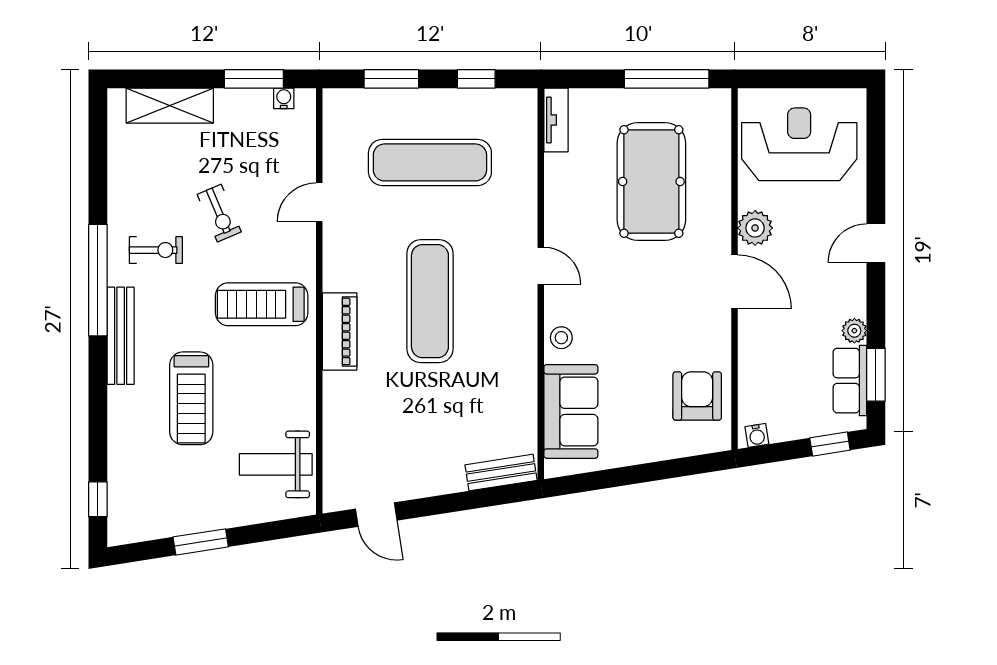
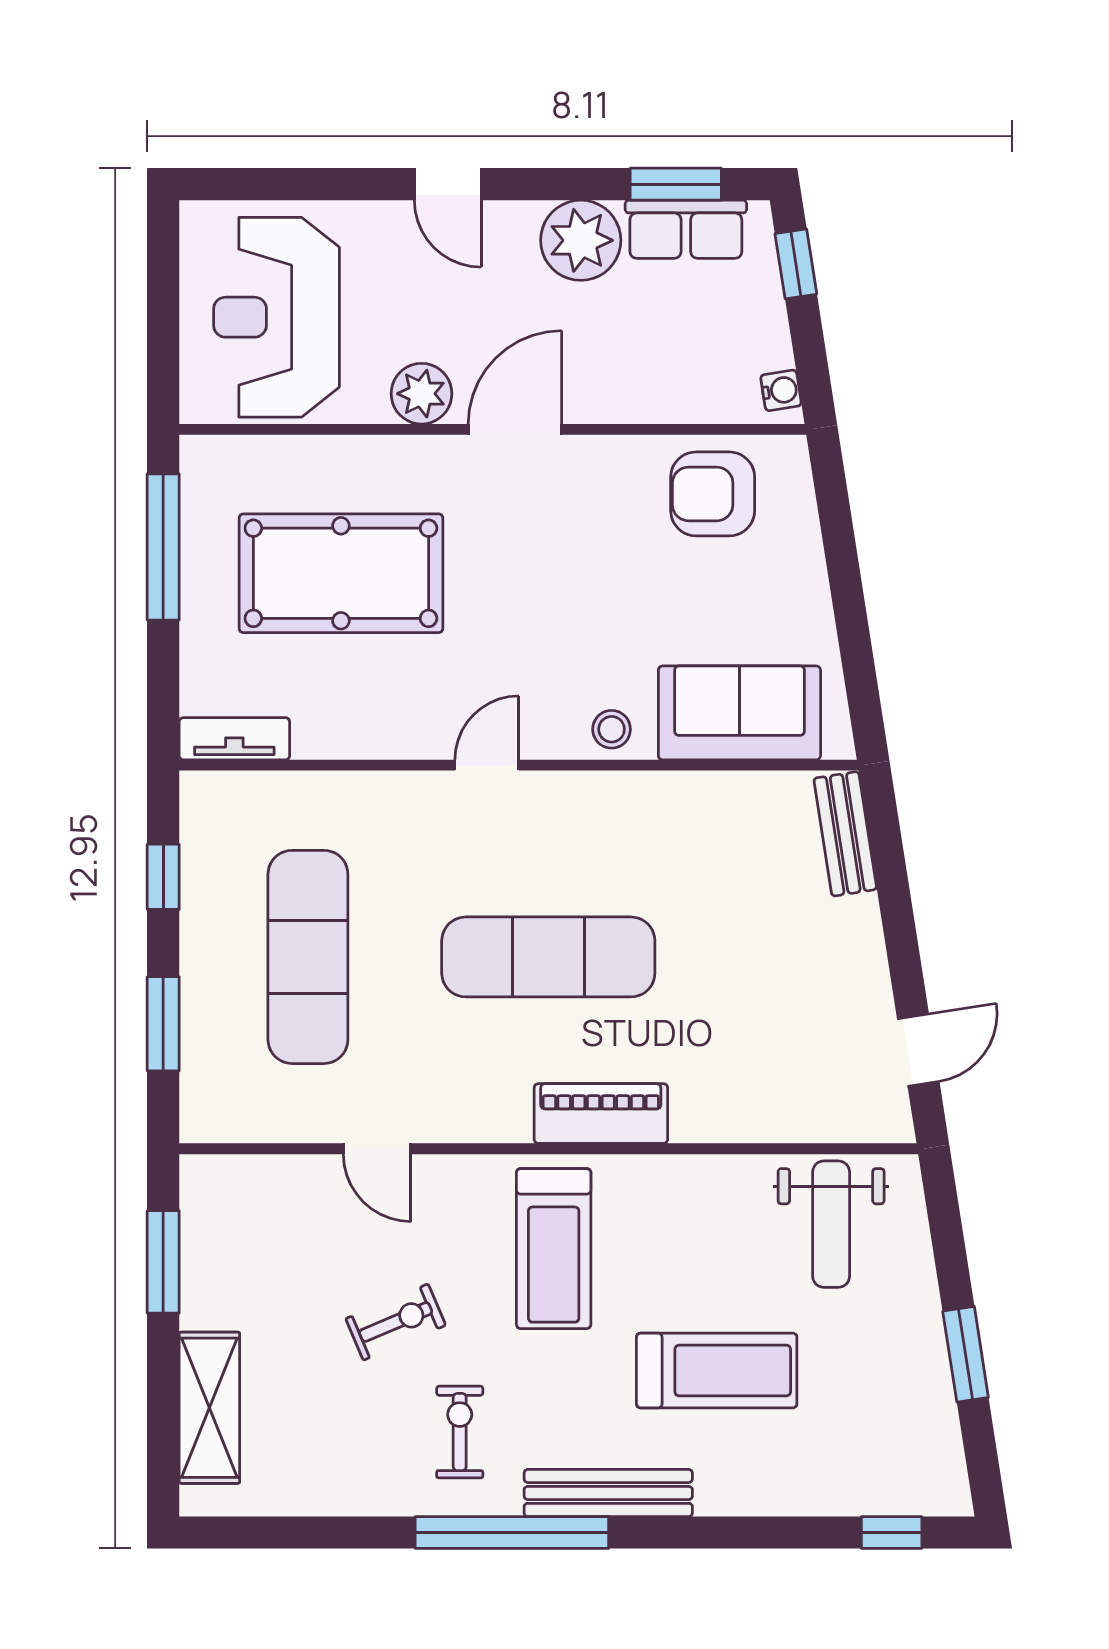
water cooler: (284, 98) -> (197, 1210), removed
plant: (854, 331) -> (581, 240), width x1.87, depth x1.87

